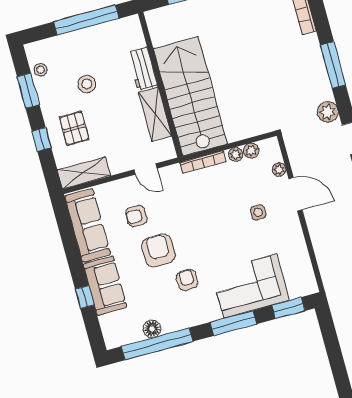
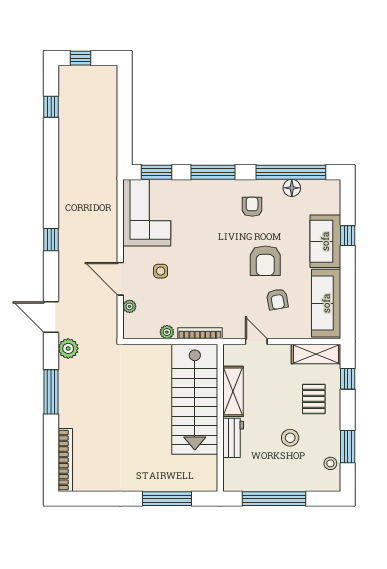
window: (42, 139) -> (348, 379), moved
plant: (251, 151) -> (151, 332), removed
armchair: (136, 216) -> (277, 299), turned 80
armchair: (187, 280) -> (252, 207), moved, turned 180
corner sofa: (250, 286) -> (147, 213), moved, turned -90

